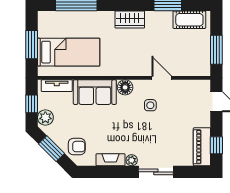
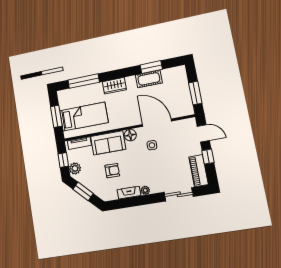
wardrobe: (130, 20) -> (114, 86), moved
cot: (189, 20) -> (149, 79), moved
door: (162, 78) -> (157, 123), width x1.88
window: (216, 145) -> (208, 157), moved
armchair: (77, 147) -> (112, 171), moved
sliding door: (156, 172) -> (179, 194), moved

